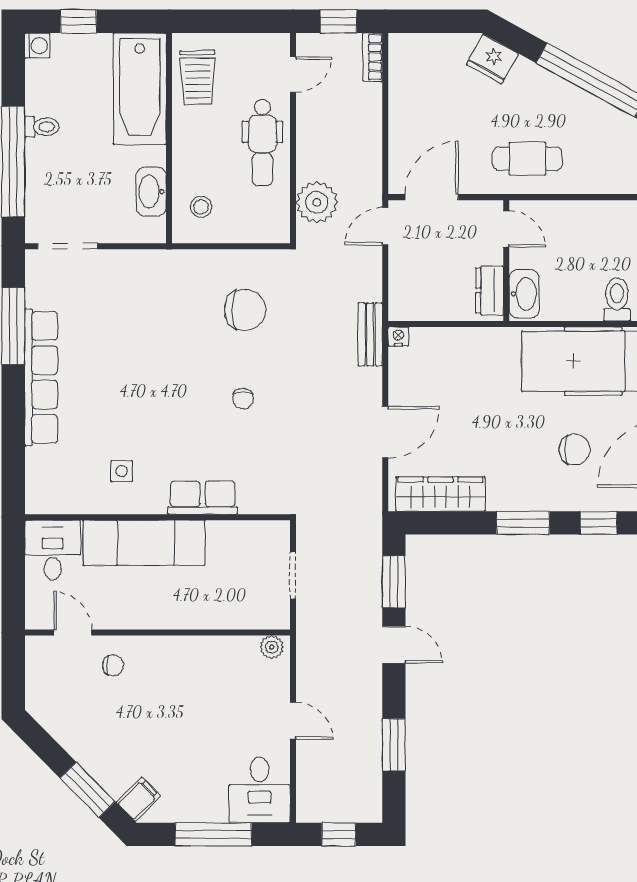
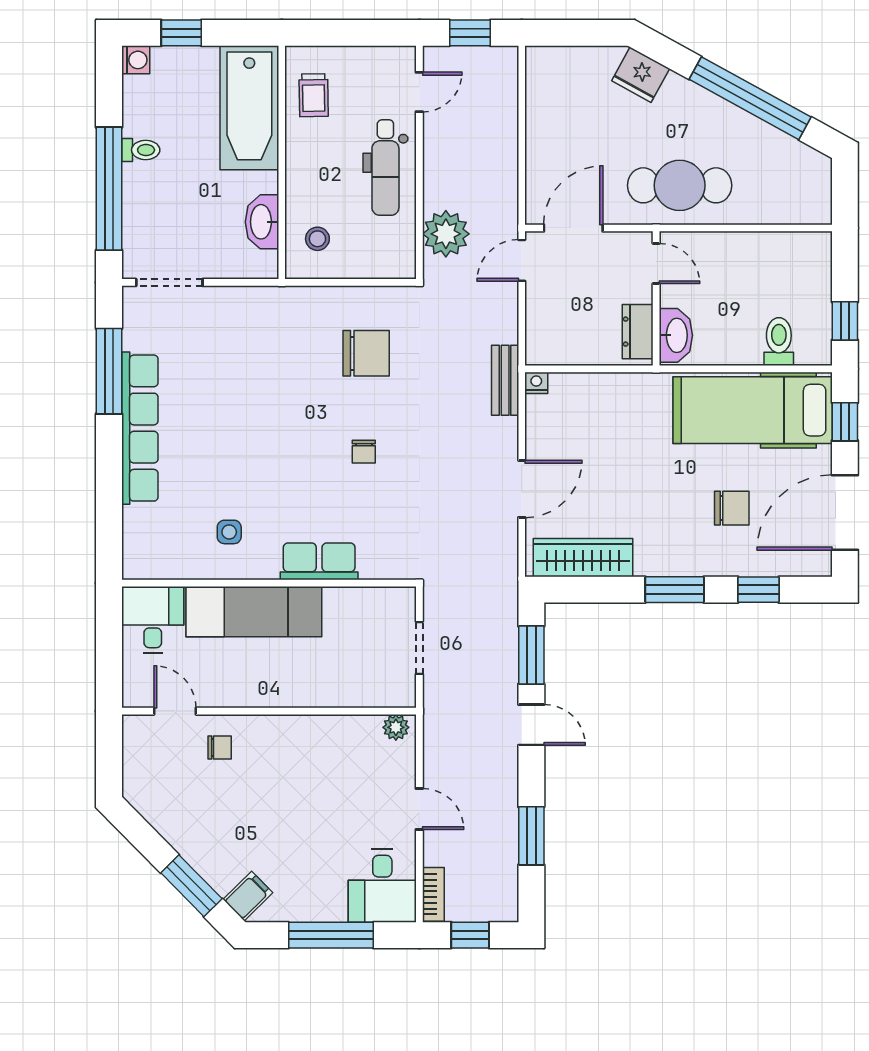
bookcase: (373, 57) -> (433, 894), moved, turned 180
trolley: (198, 77) -> (314, 95), width x0.73, depth x0.72
cafe table: (527, 159) -> (680, 185), width x1.37, depth x1.35

